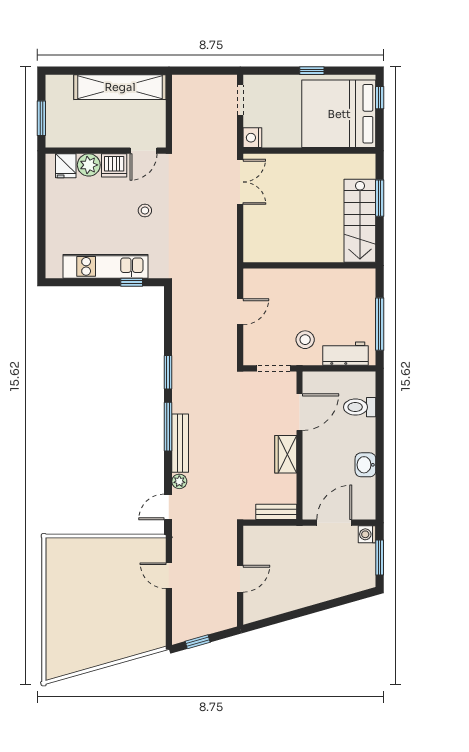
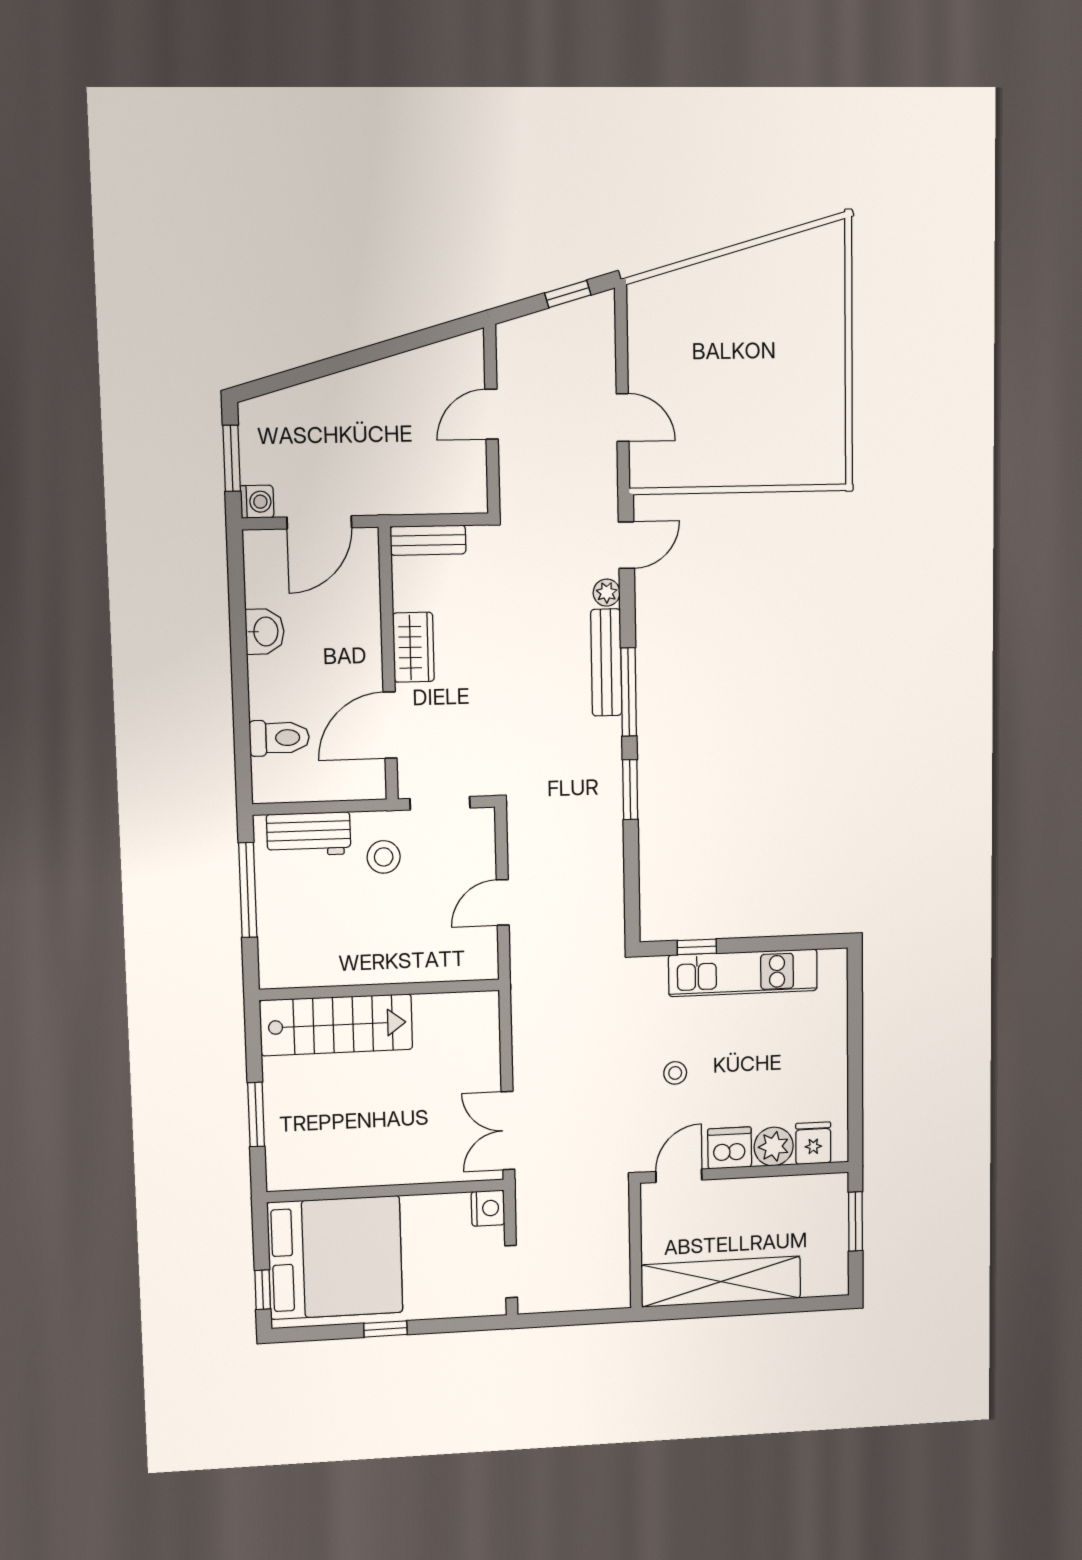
stairs: (360, 221) -> (336, 1025), moved, turned 90

